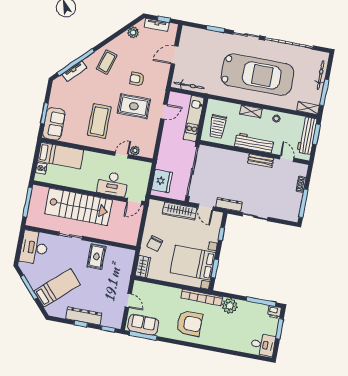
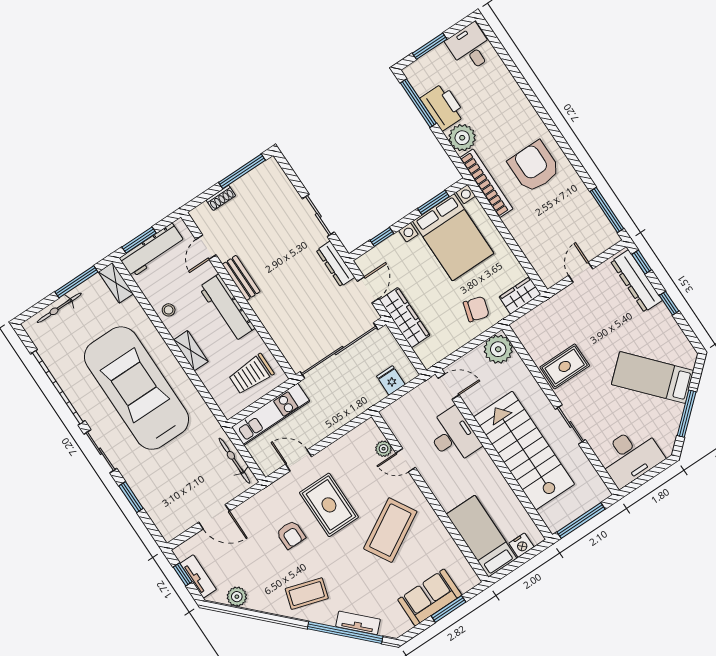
coffee table: (99, 121) -> (390, 530), turned -30
sofa: (54, 124) -> (430, 597), moved
trolley: (218, 127) -> (251, 374), turned 180
fridge: (162, 181) -> (391, 380), width x0.53, depth x0.75
plant: (130, 236) -> (498, 349), added
printer: (274, 312) -> (443, 107), moved, width x1.87, depth x1.48
dresser: (84, 316) -> (636, 281), moved
sofa: (143, 325) -> (593, 223), removed

